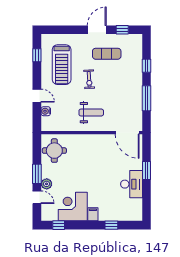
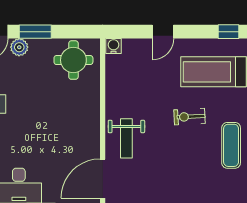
water cooler: (46, 111) -> (113, 46), moved
weight bench: (91, 113) -> (126, 138), moved

